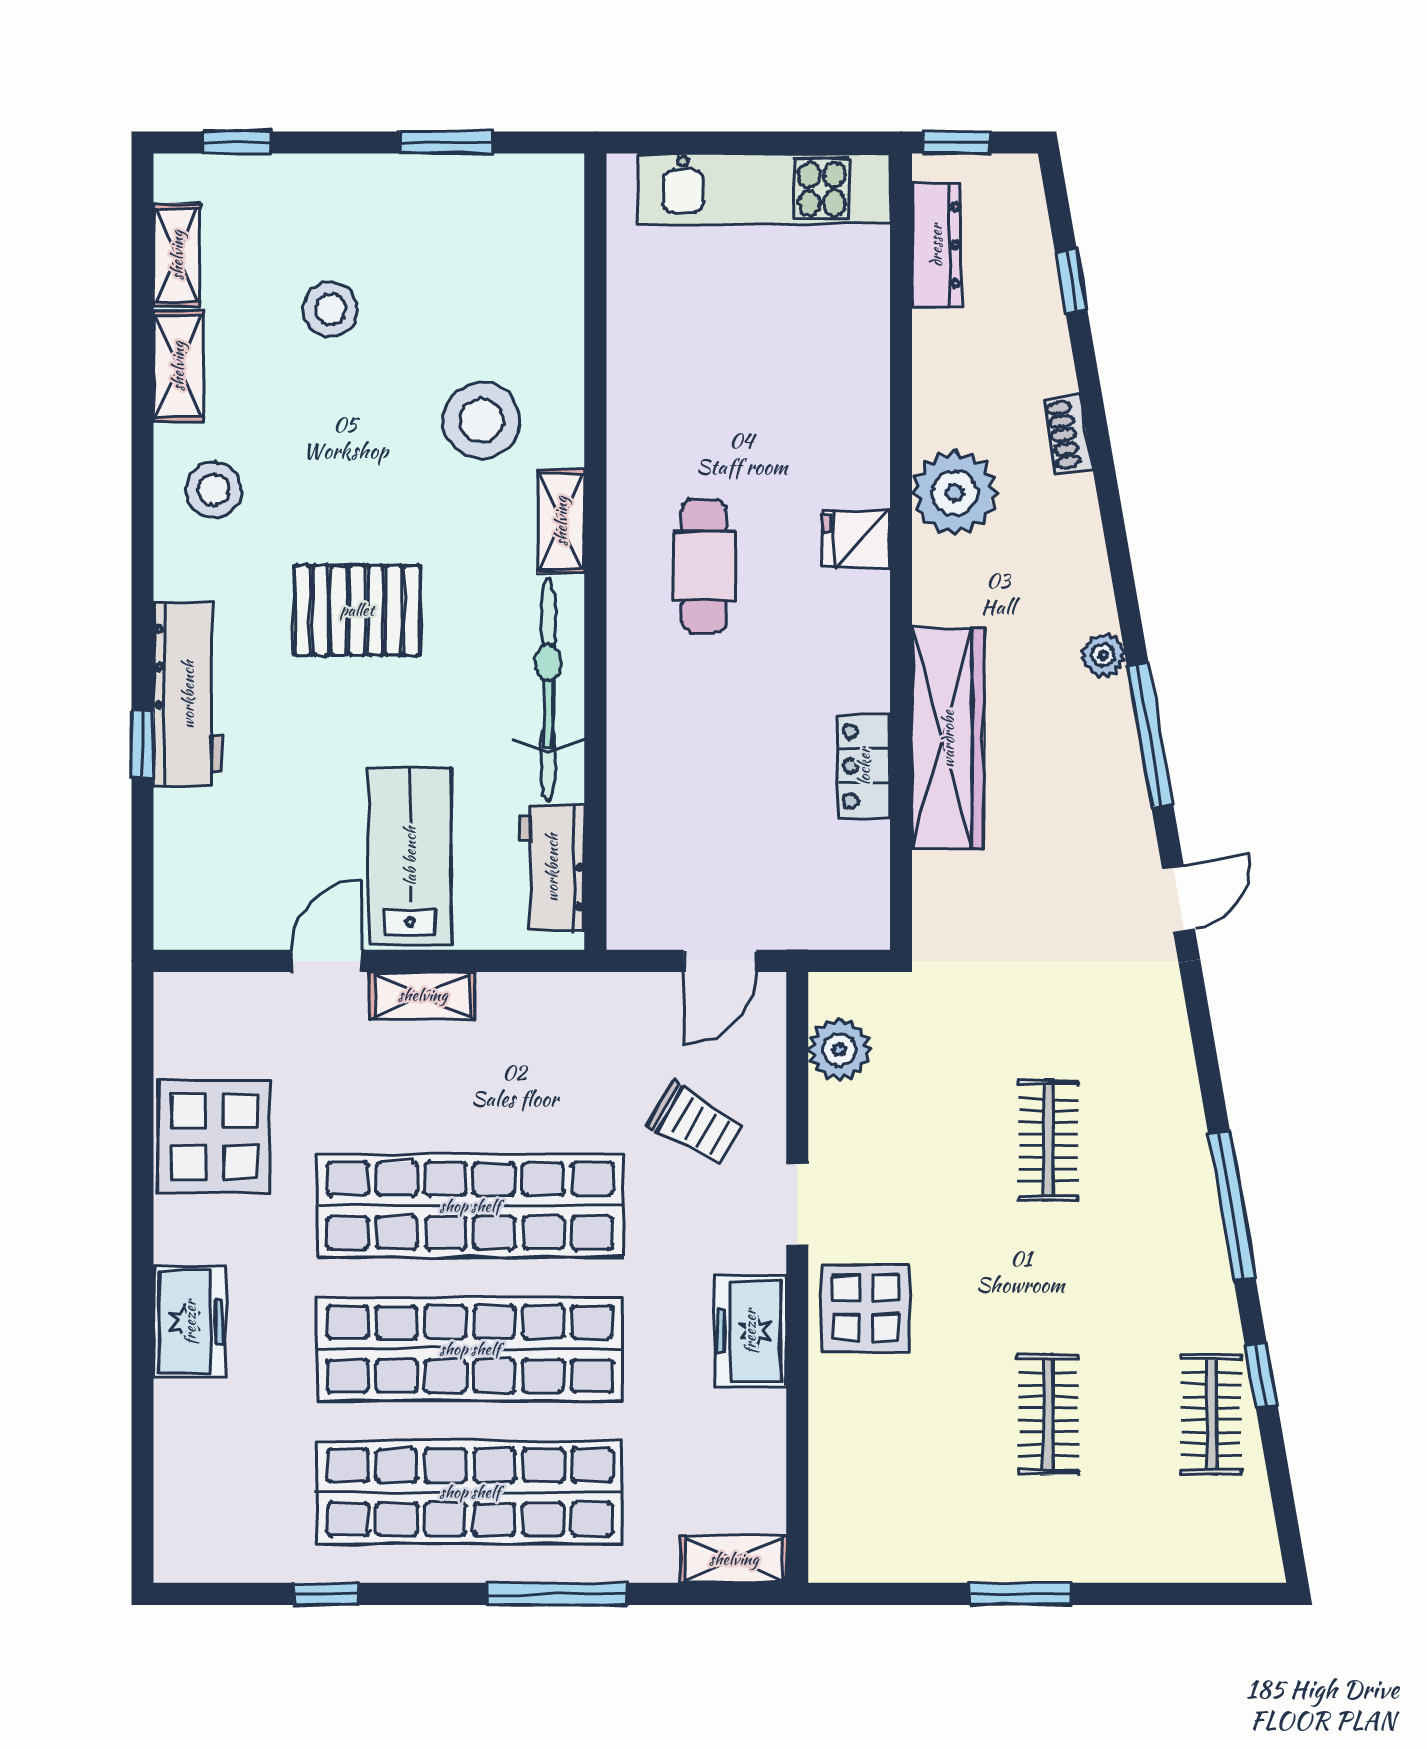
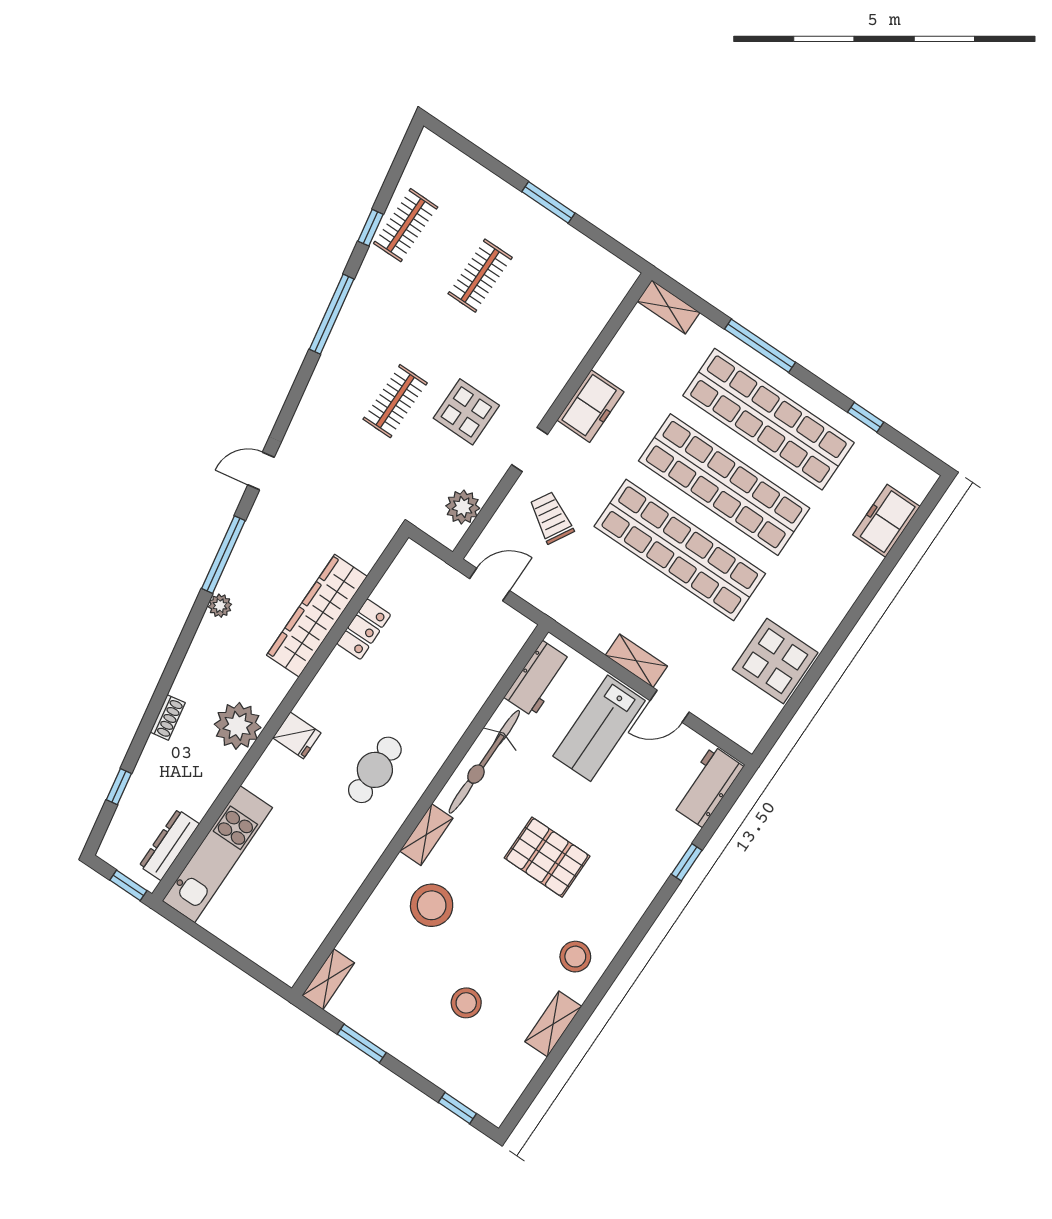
kitchen unit: (764, 189) -> (217, 854), moved, turned 90
shelving: (177, 255) -> (328, 979), moved
workbench: (188, 695) -> (708, 786), moved, width x0.73
display table: (866, 1308) -> (466, 412), moved
freezer: (190, 1322) -> (886, 521), moved

